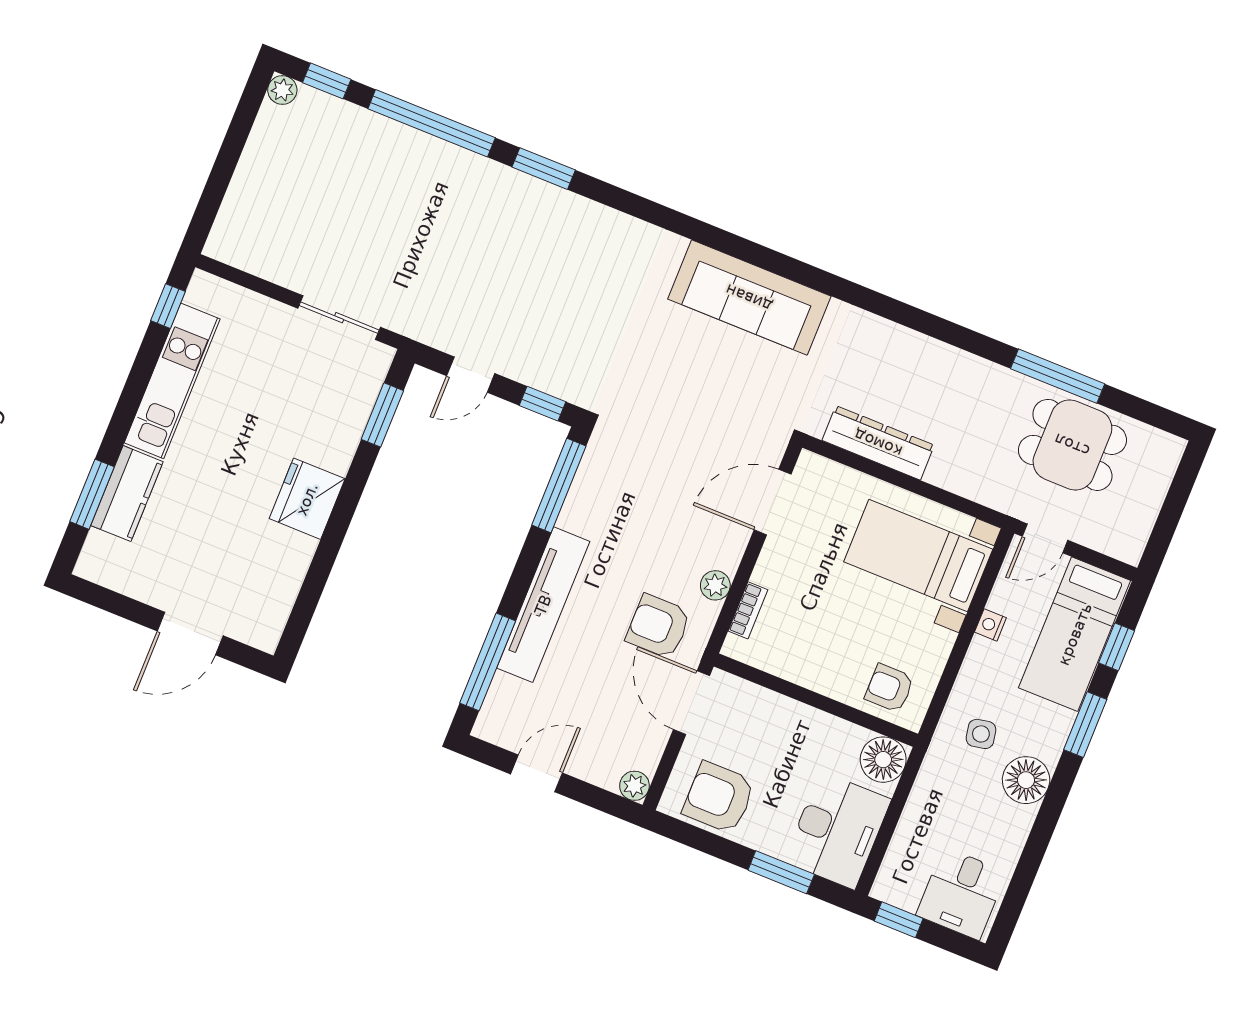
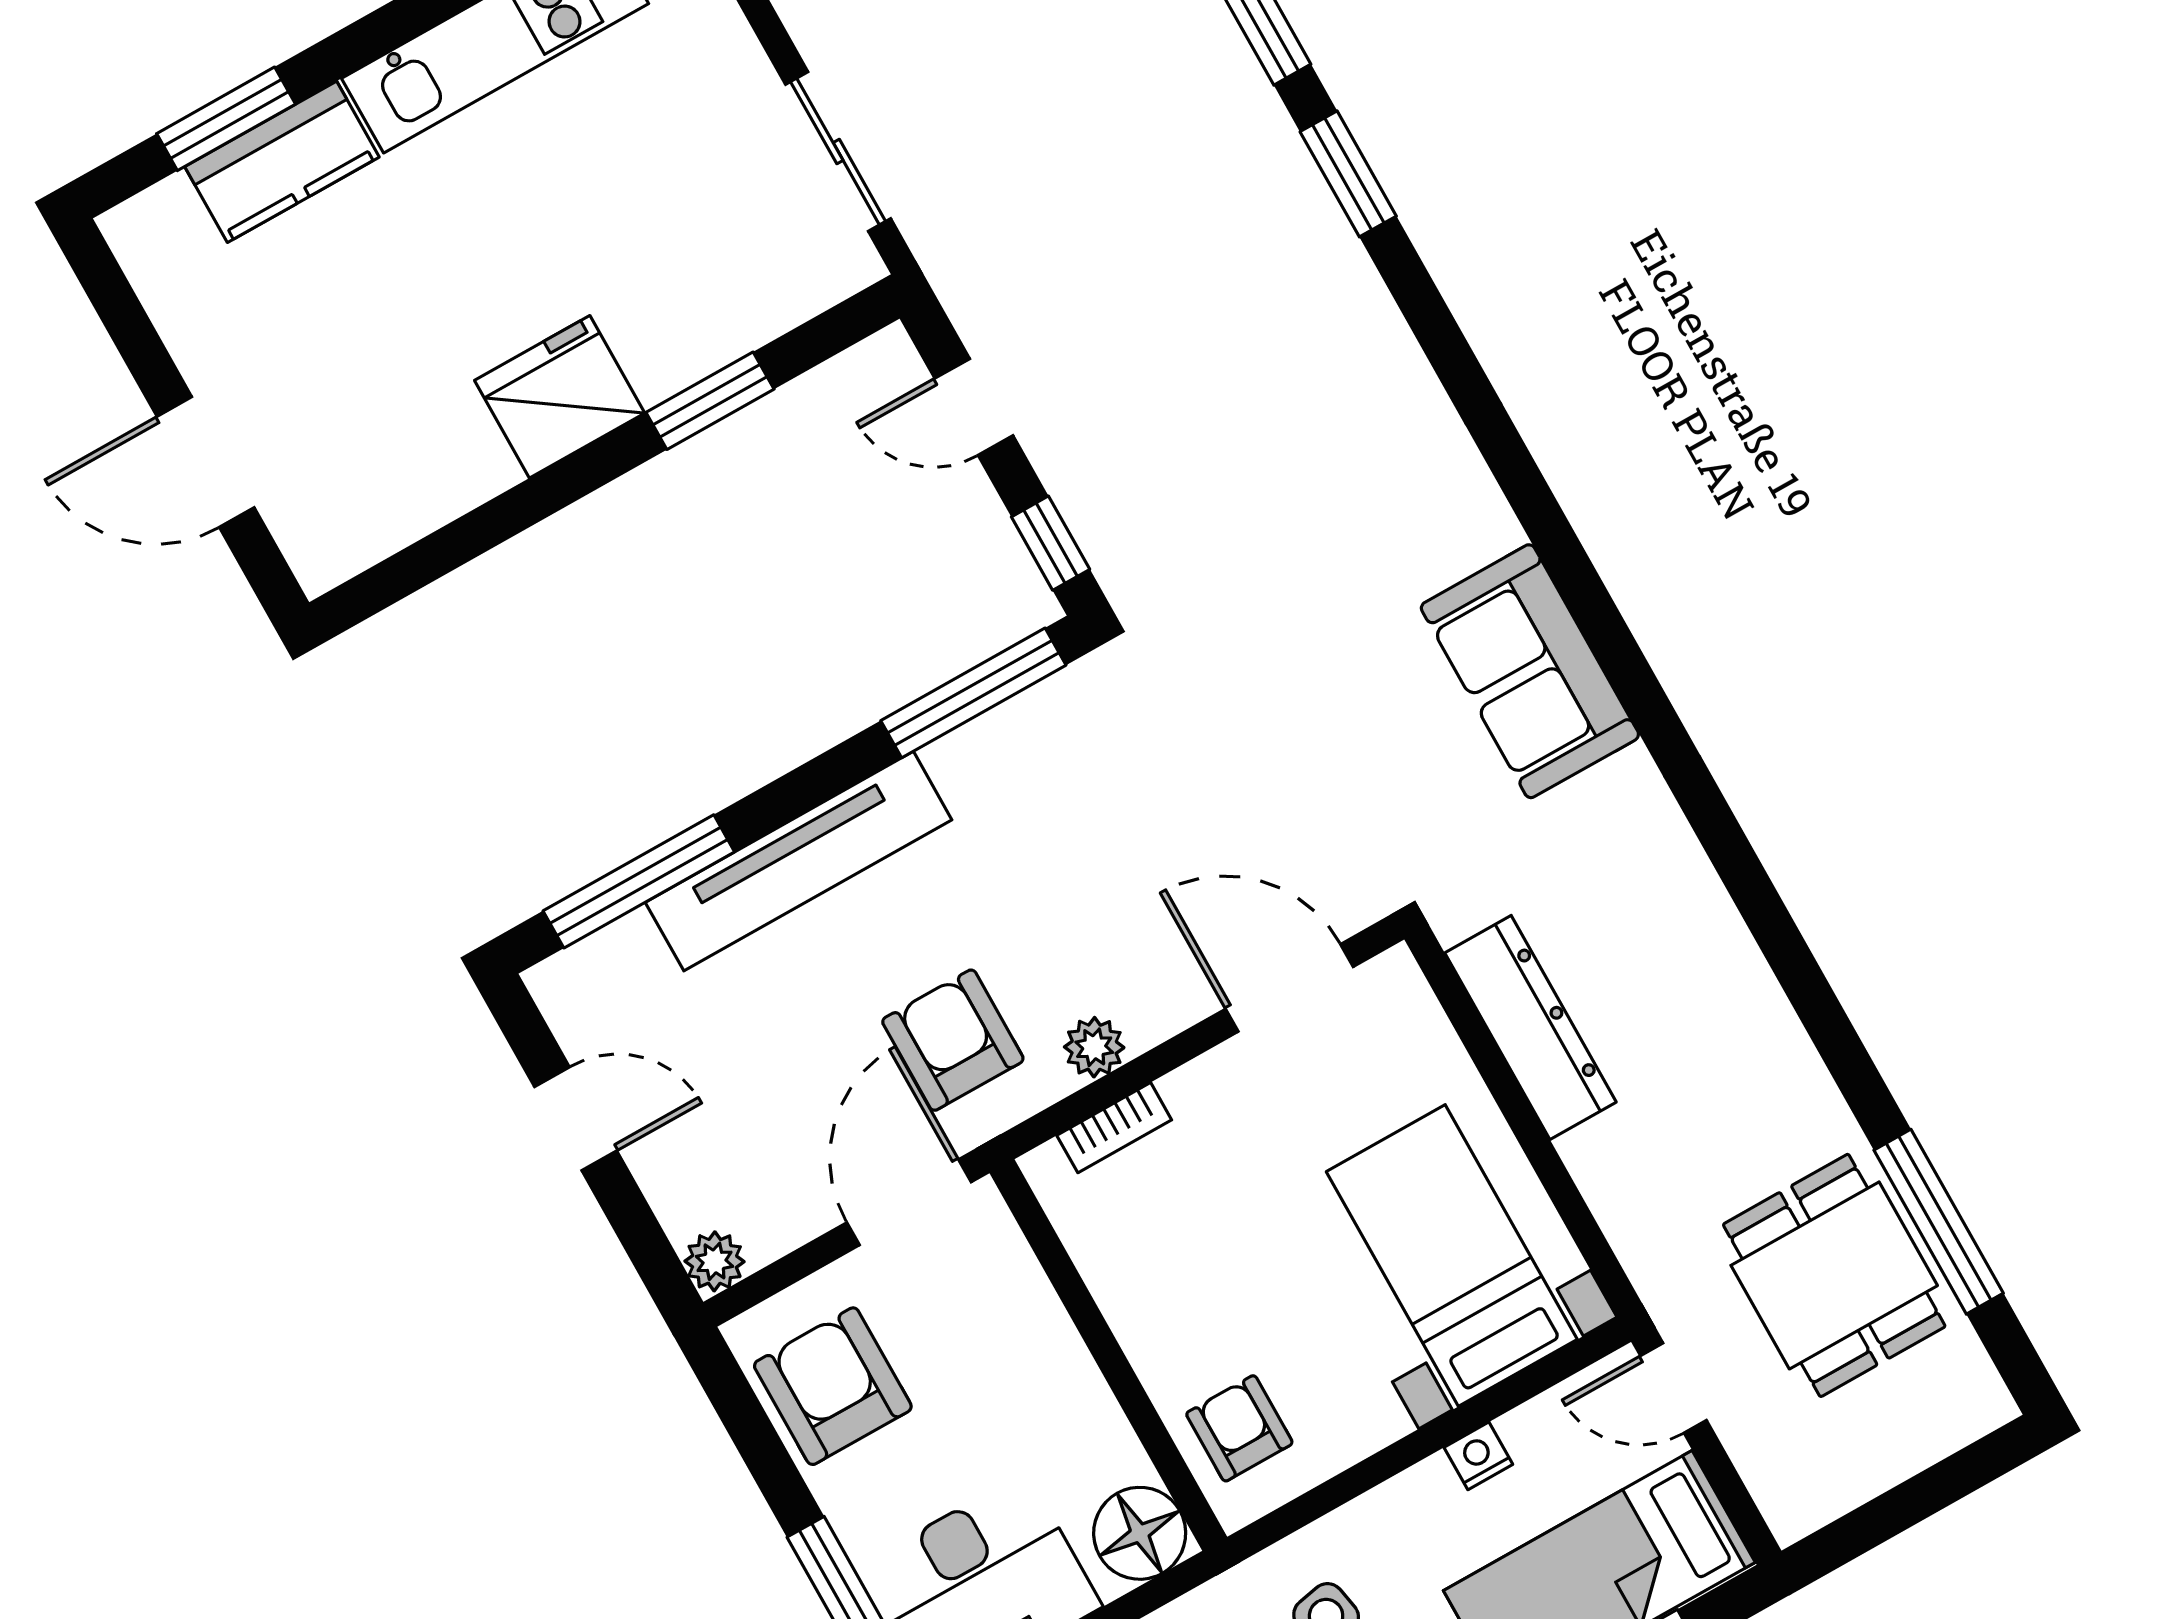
sofa: (749, 298) -> (1530, 671), width x0.73
window: (1058, 376) -> (1939, 1222), moved
window: (382, 415) -> (710, 401), moved

